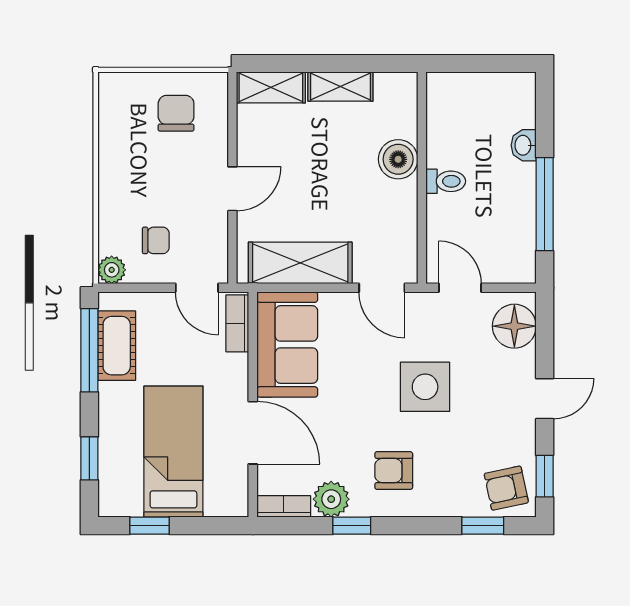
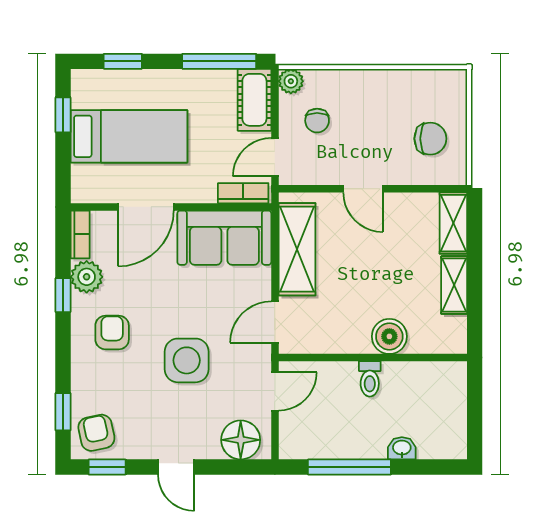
cot: (117, 346) -> (254, 100), moved, turned 90

